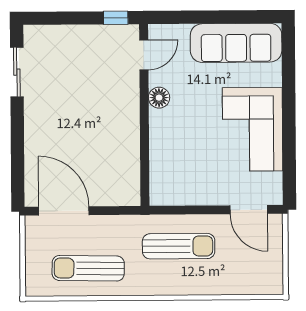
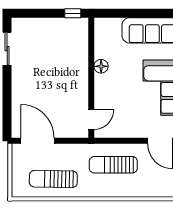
door: (144, 55) -> (91, 119), moved
sun lounger: (179, 246) -> (113, 165), turned 180

